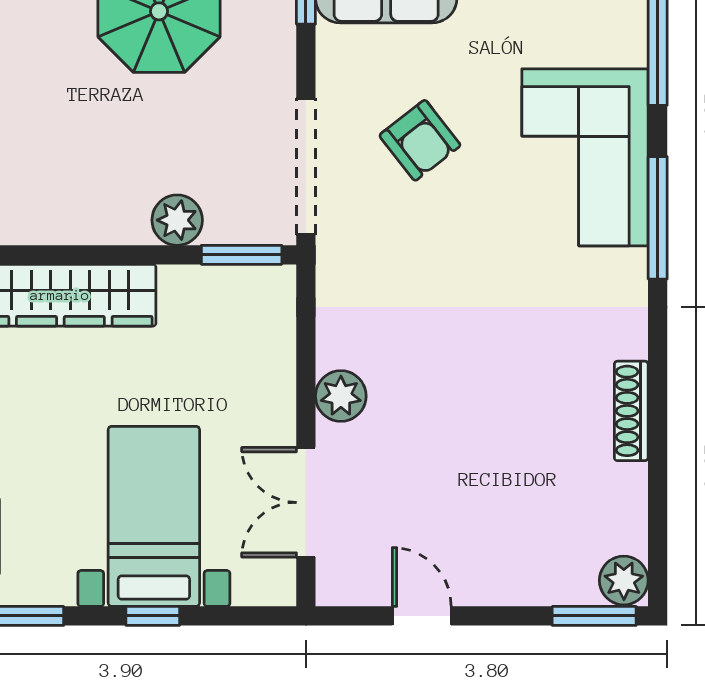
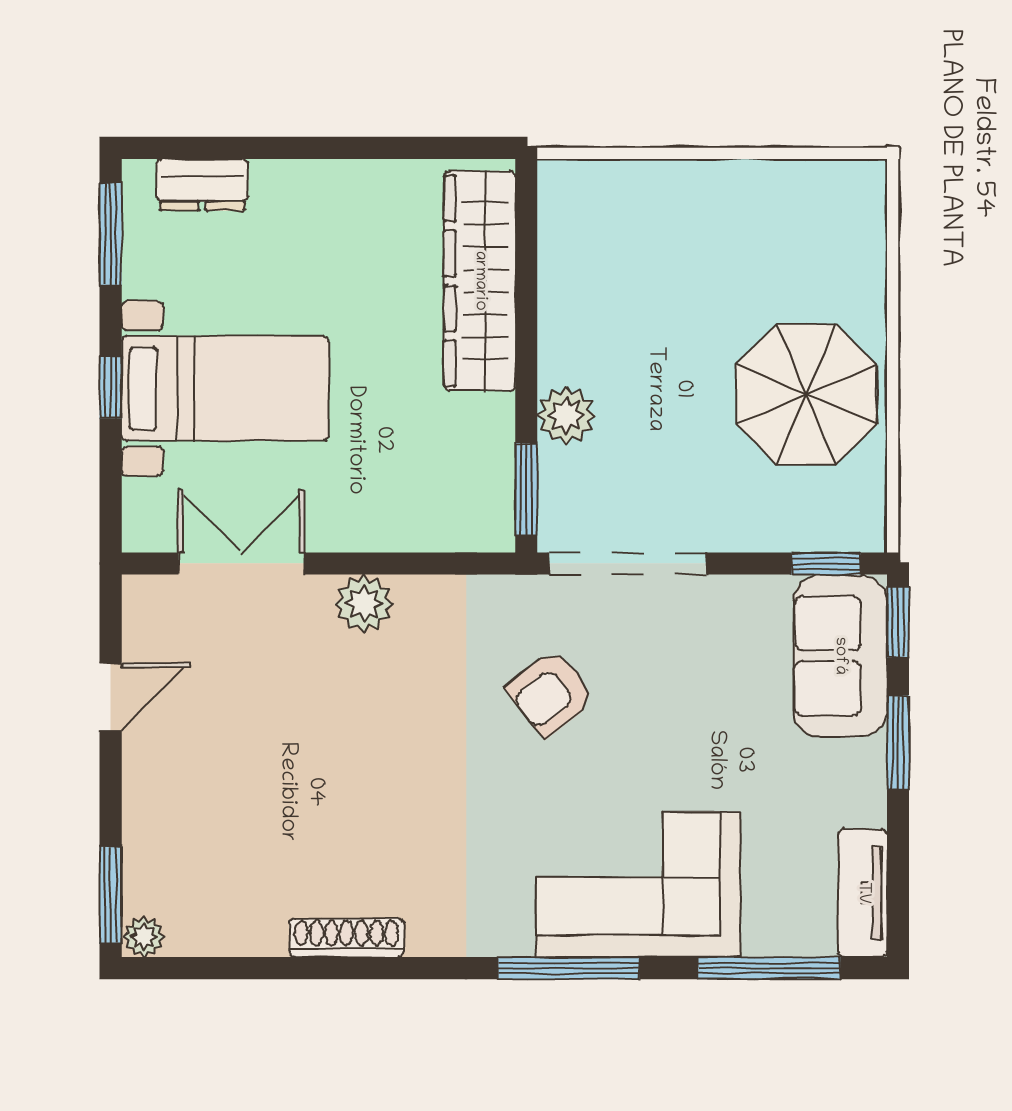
armchair: (420, 140) -> (551, 693), moved
plant: (624, 580) -> (144, 937), width x0.73, depth x0.73

